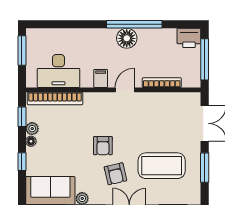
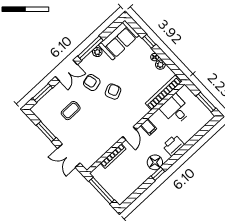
window: (134, 24) -> (158, 174), width x0.32
printer: (189, 38) -> (173, 145), moved
desk: (58, 71) -> (175, 110), width x0.73
window: (22, 117) -> (172, 66), removed
armchair: (103, 146) -> (113, 92), turned 65
coffee table: (162, 166) -> (71, 111), width x0.54, depth x0.58

